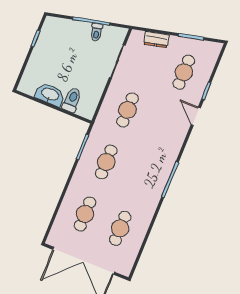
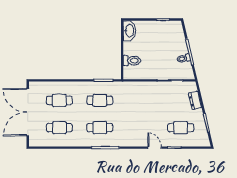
washbasin: (50, 95) -> (129, 31), moved
cafe table: (127, 110) -> (100, 128), moved
door: (196, 116) -> (155, 148), hinge flipped

